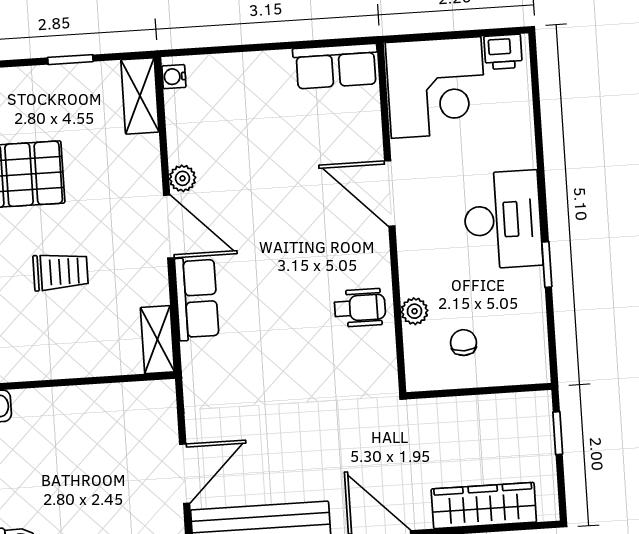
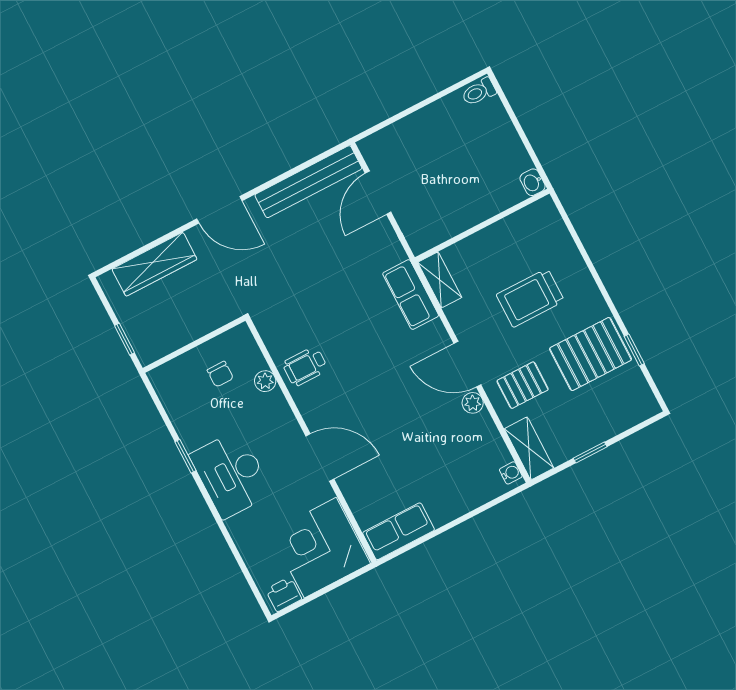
pallet: (115, 173) -> (523, 385), added
trolley: (61, 272) -> (530, 298), width x1.36, depth x1.39
row of seats: (197, 299) -> (411, 295), moved

